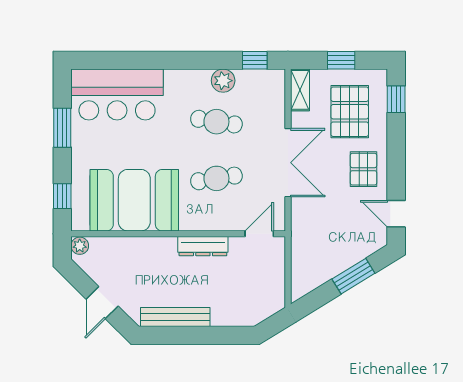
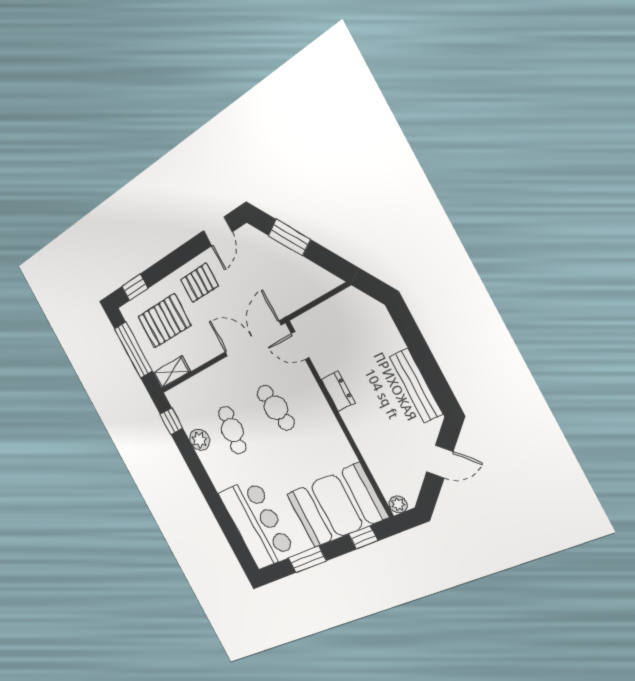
window: (341, 60) -> (133, 350), width x2.17
double door: (288, 163) -> (253, 339), moved
booth: (134, 200) -> (337, 506), moved, turned 90
dresser: (203, 246) -> (338, 391), width x0.70

